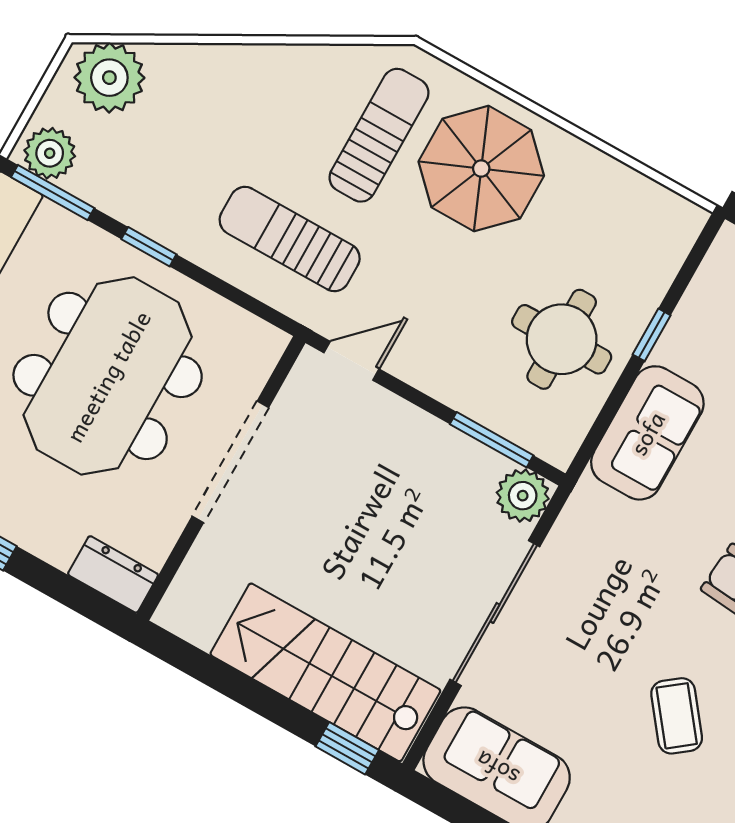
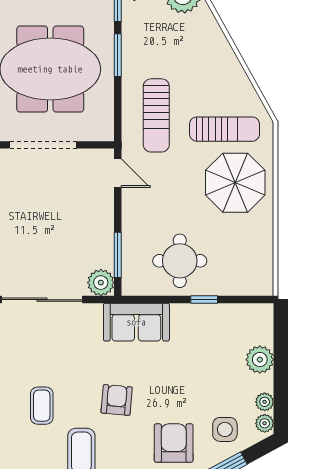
sun lounger: (290, 239) -> (156, 115), turned 180
window: (149, 247) -> (118, 55), width x1.50
sofa: (647, 433) -> (136, 322), moved
coffee table: (677, 716) -> (42, 406), turned -52

